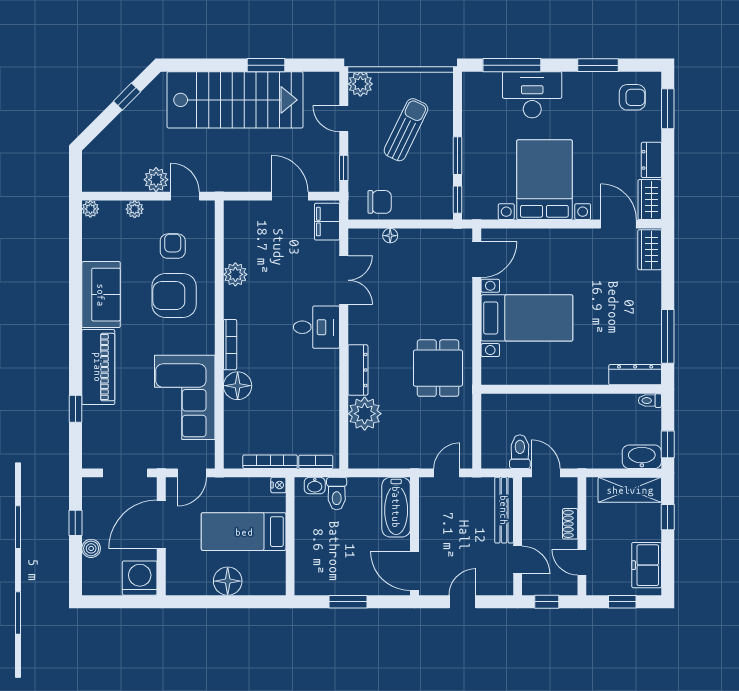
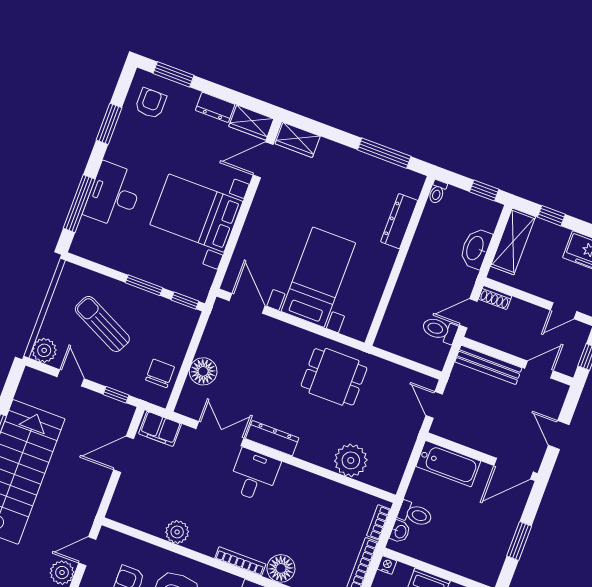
door: (344, 119) -> (71, 378), swing flipped
floor lamp: (390, 236) -> (203, 371), width x1.89, depth x1.89
dresser: (358, 370) -> (272, 438), moved
dresser: (635, 375) -> (399, 221), moved
washbasin: (642, 457) -> (476, 248), moved
shoe rack: (570, 524) -> (495, 298), moved

